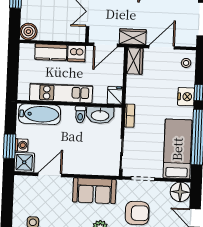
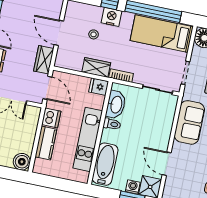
wardrobe: (135, 61) -> (96, 67), moved
stool: (186, 63) -> (94, 34), moved

